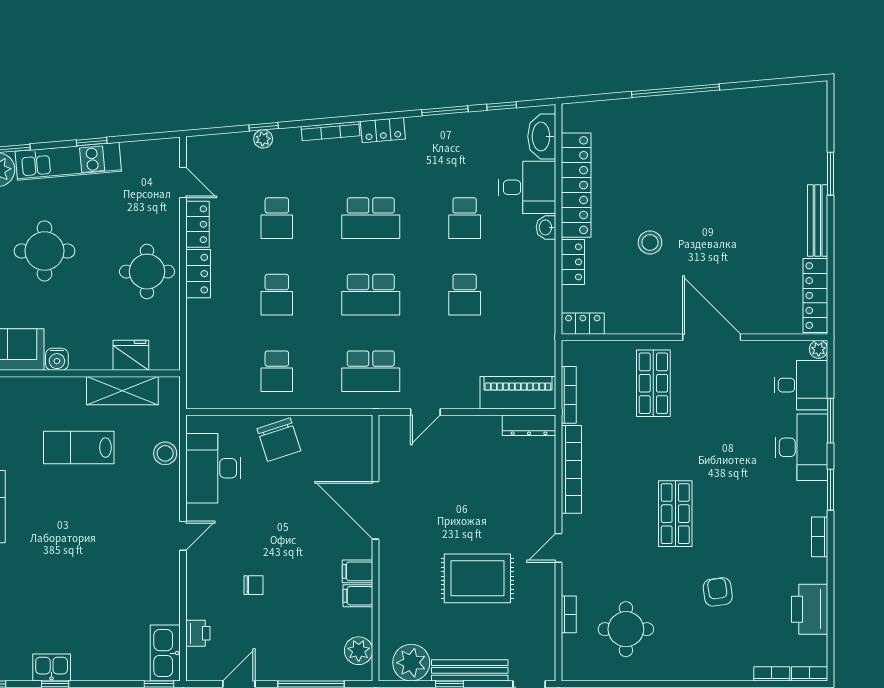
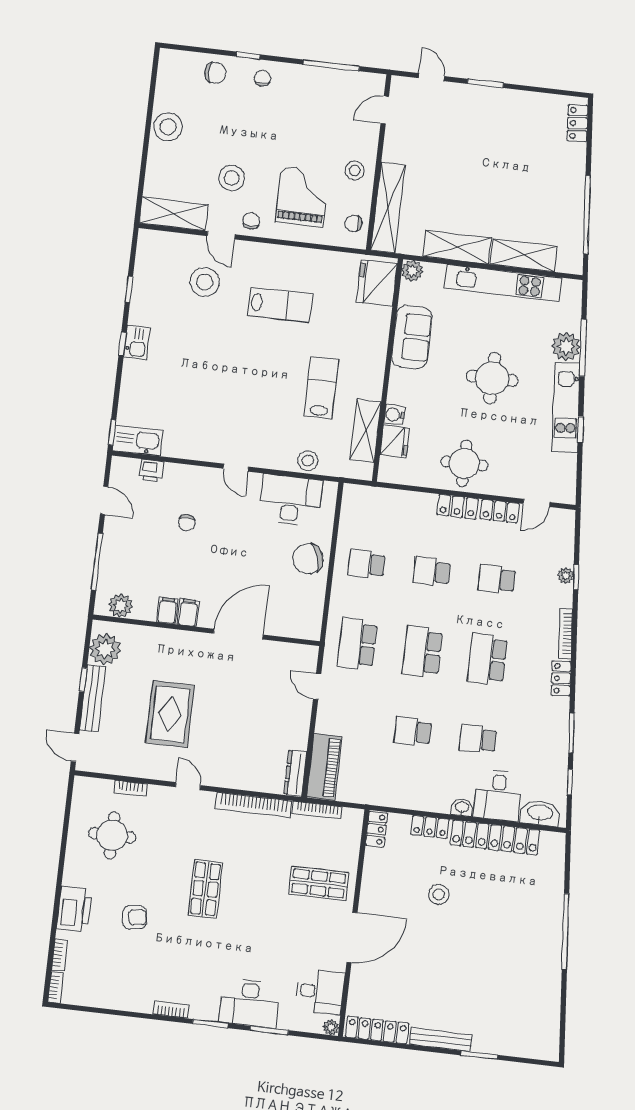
water cooler: (57, 359) -> (394, 415), moved
desk: (801, 385) -> (320, 992), moved, turned -90
shop shelf: (675, 514) -> (205, 889), turned 90
printer: (810, 609) -> (74, 909), moved, turned 90

